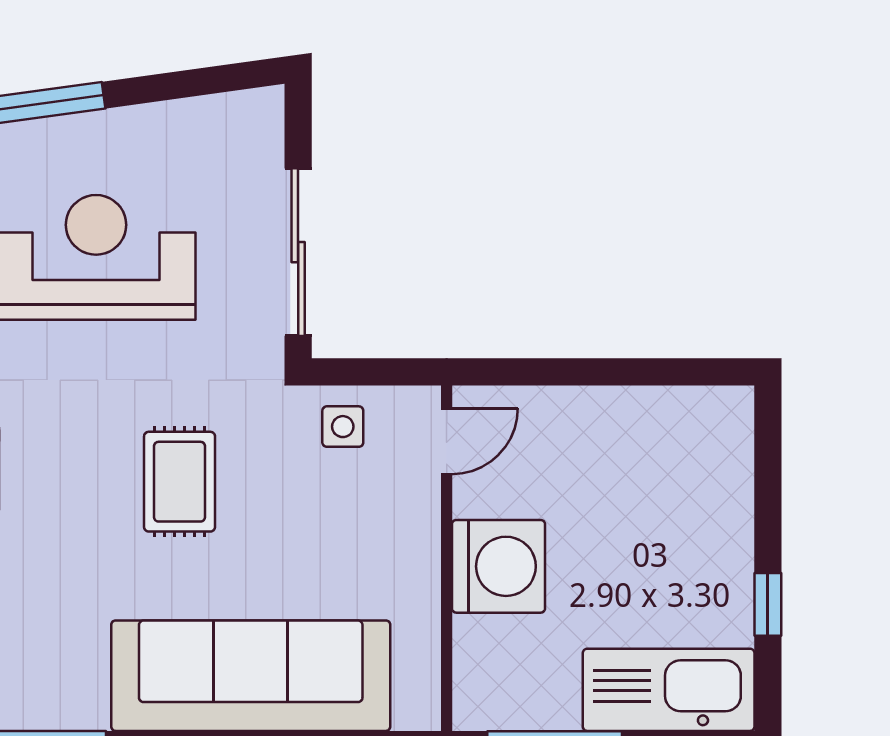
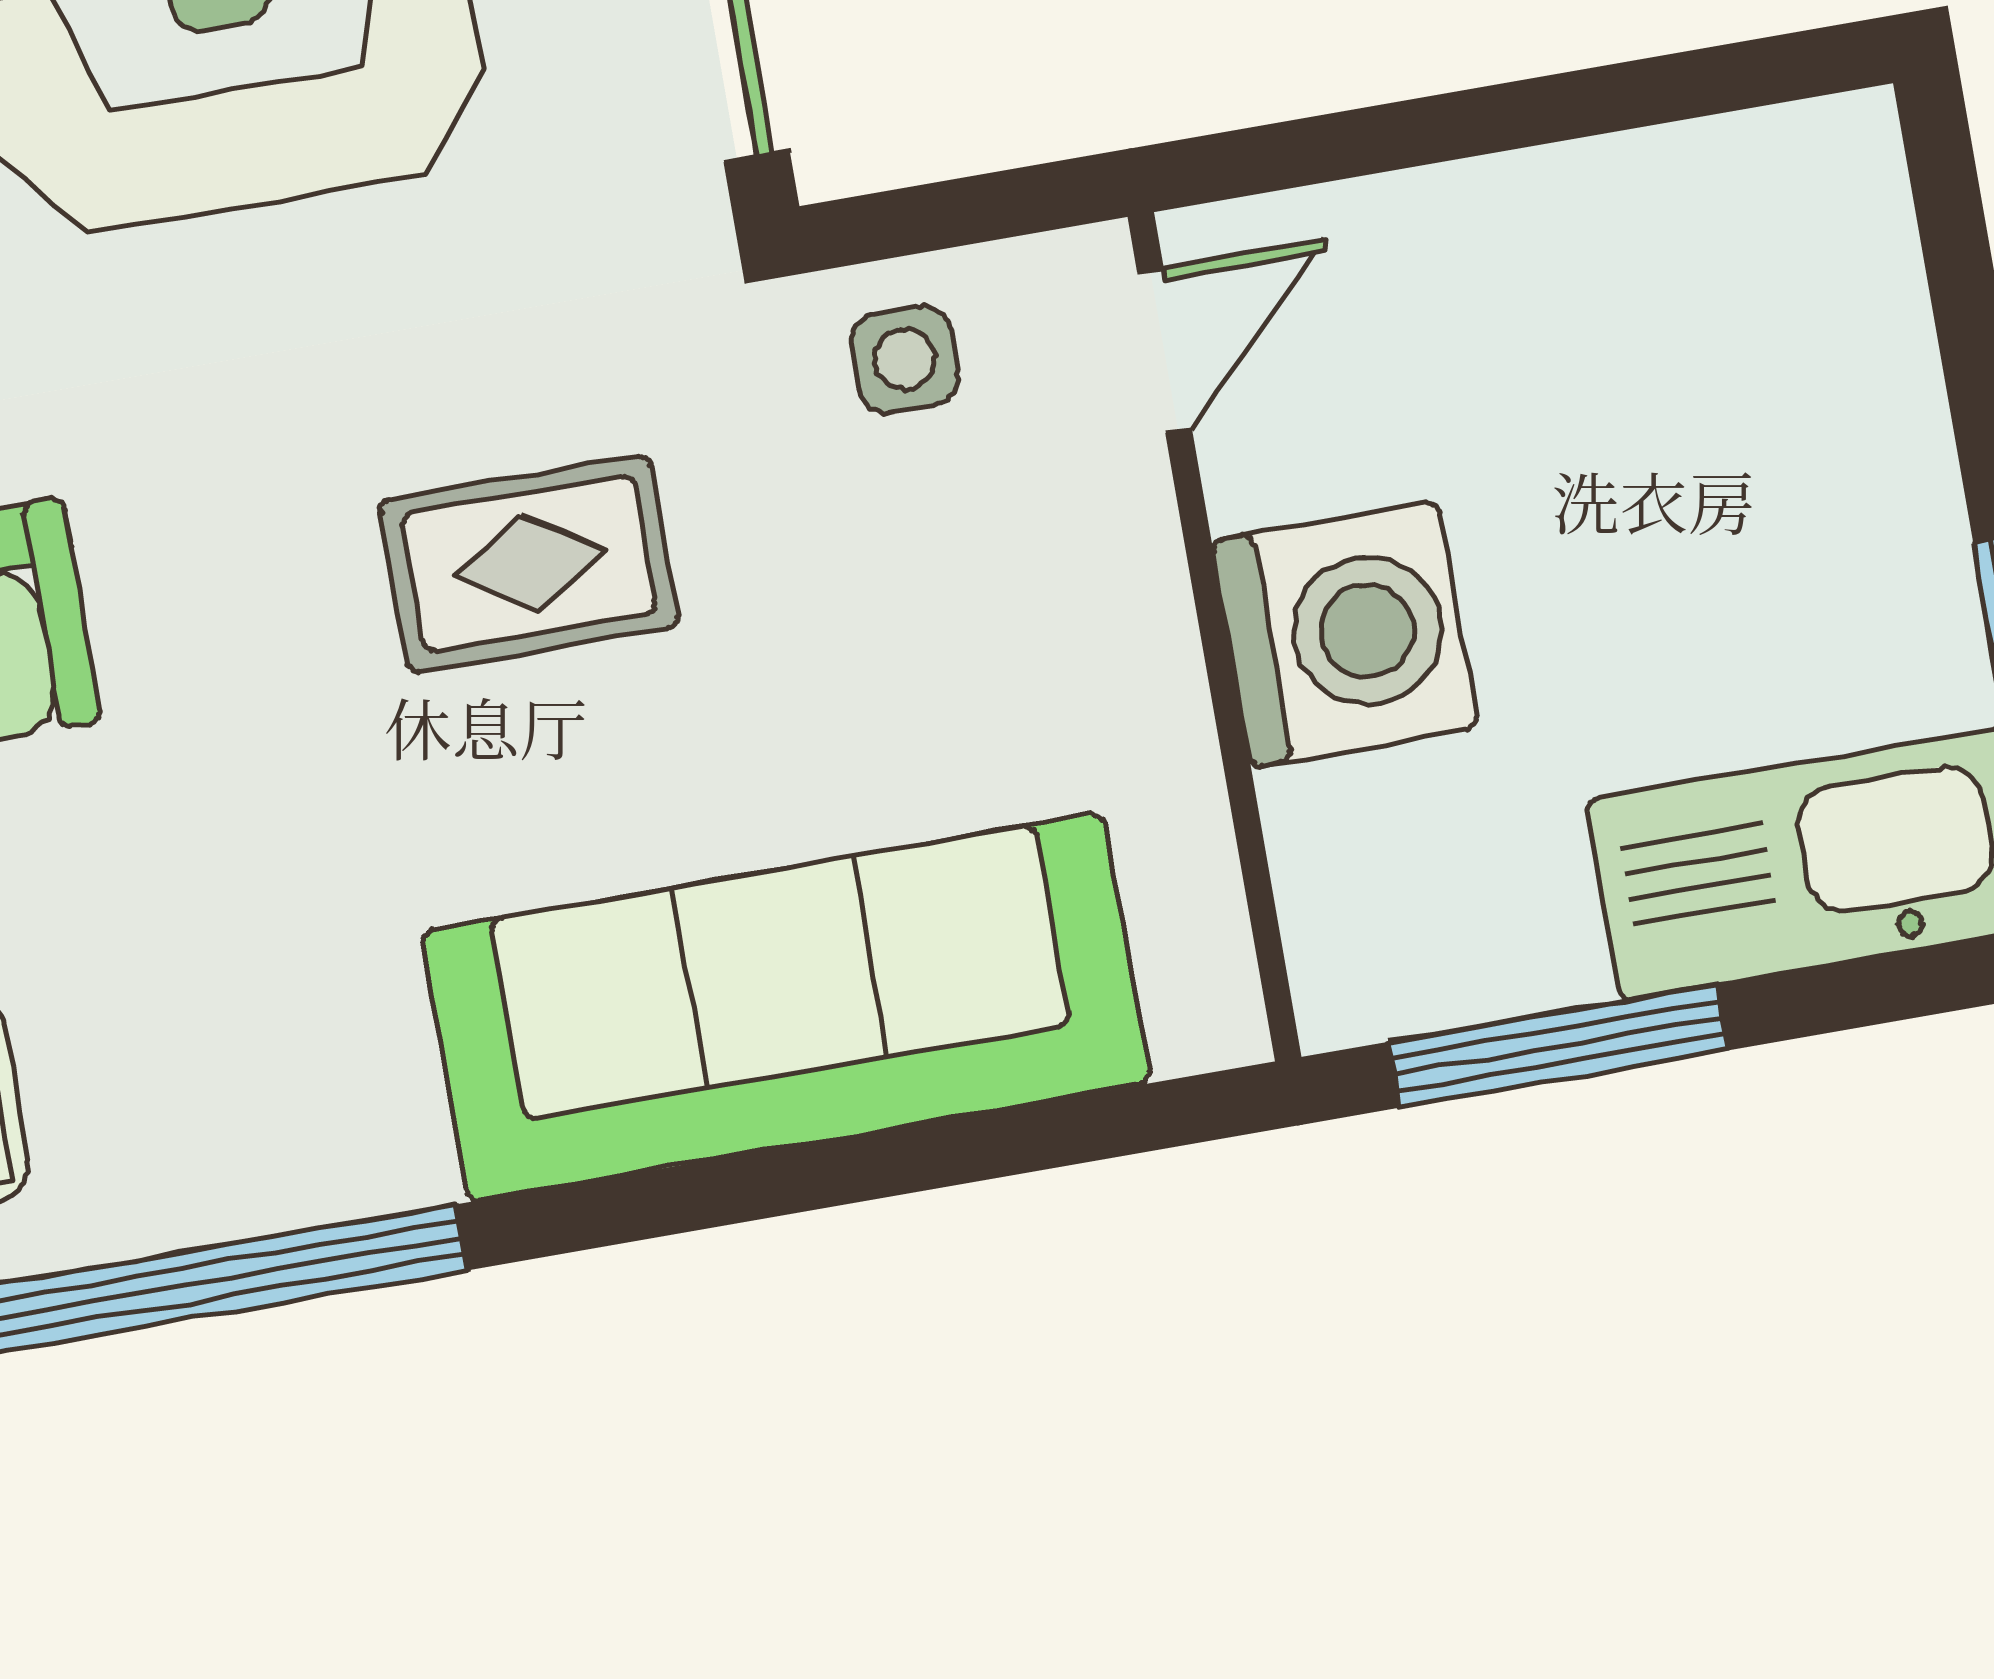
rug: (180, 482) -> (529, 564), turned 90

